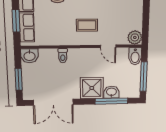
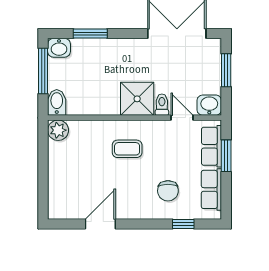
door: (108, 46) -> (182, 118), moved
shower: (92, 88) -> (137, 99), moved
washbasin: (111, 92) -> (59, 48), moved
window: (111, 101) -> (90, 34), width x0.69

